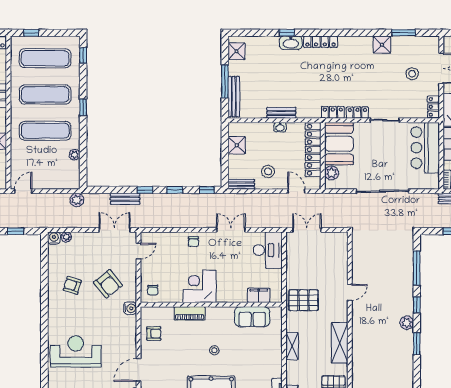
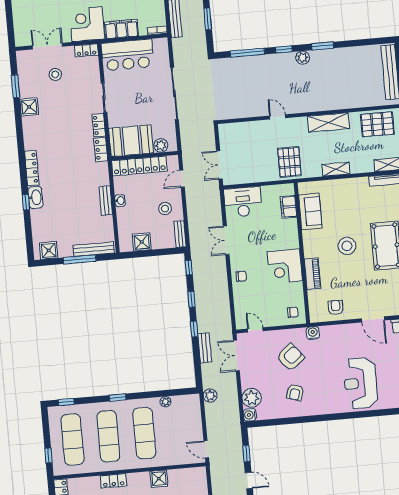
plant: (66, 237) -> (252, 398), width x1.87, depth x1.87
stool: (214, 350) -> (347, 246), width x1.89, depth x1.89

